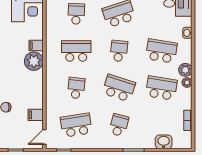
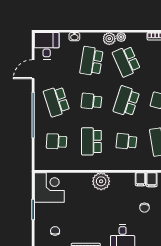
filing cabinet: (36, 46) -> (140, 179), moved
school desk: (161, 88) -> (126, 61), turned -33

